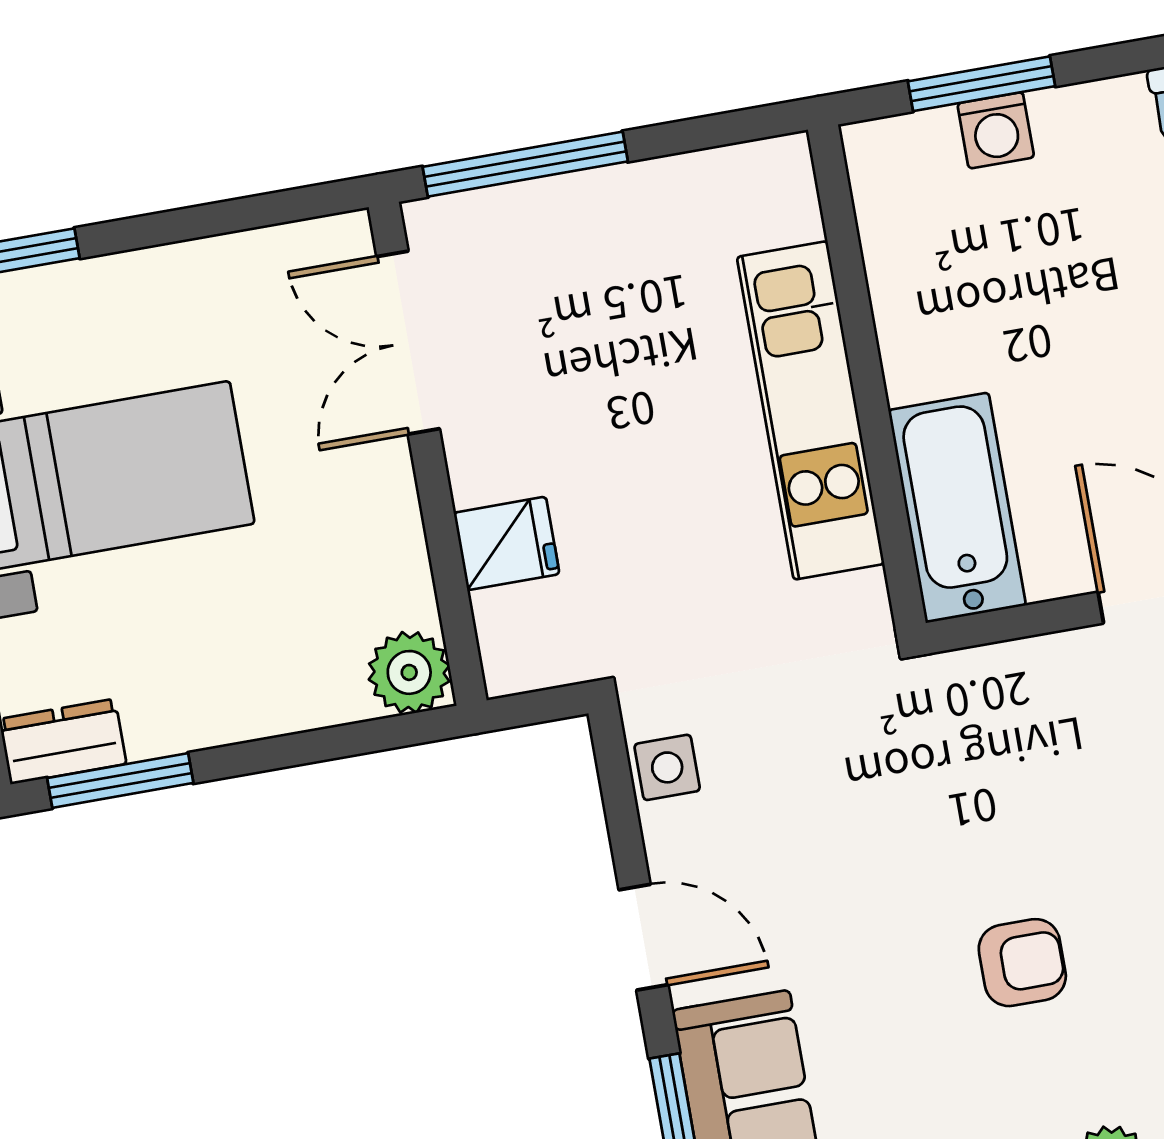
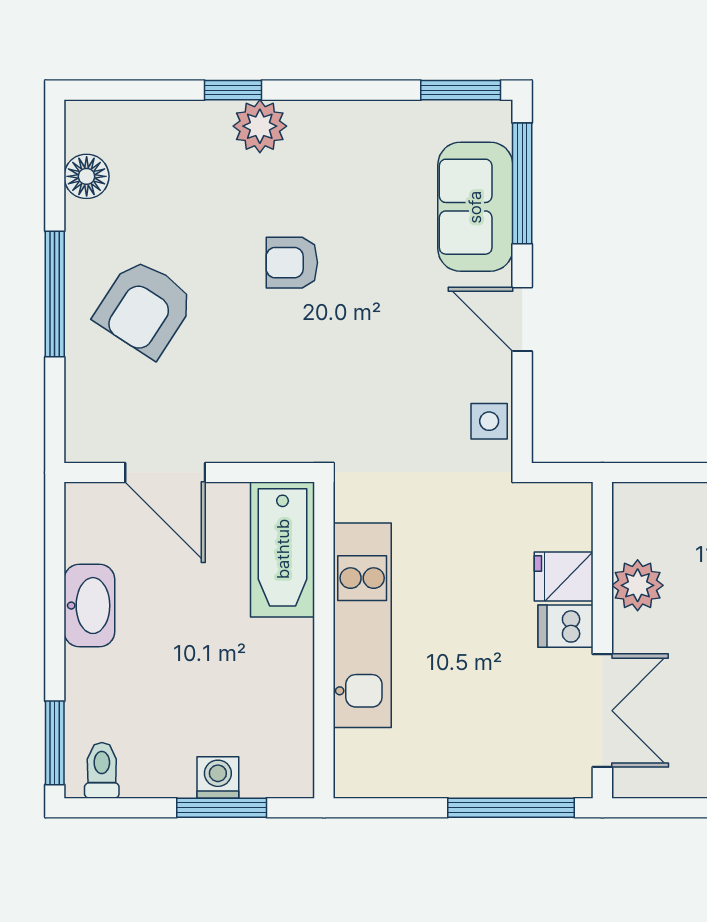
dishwasher: (490, 466) -> (566, 626), added
plant: (409, 672) -> (638, 585), moved

